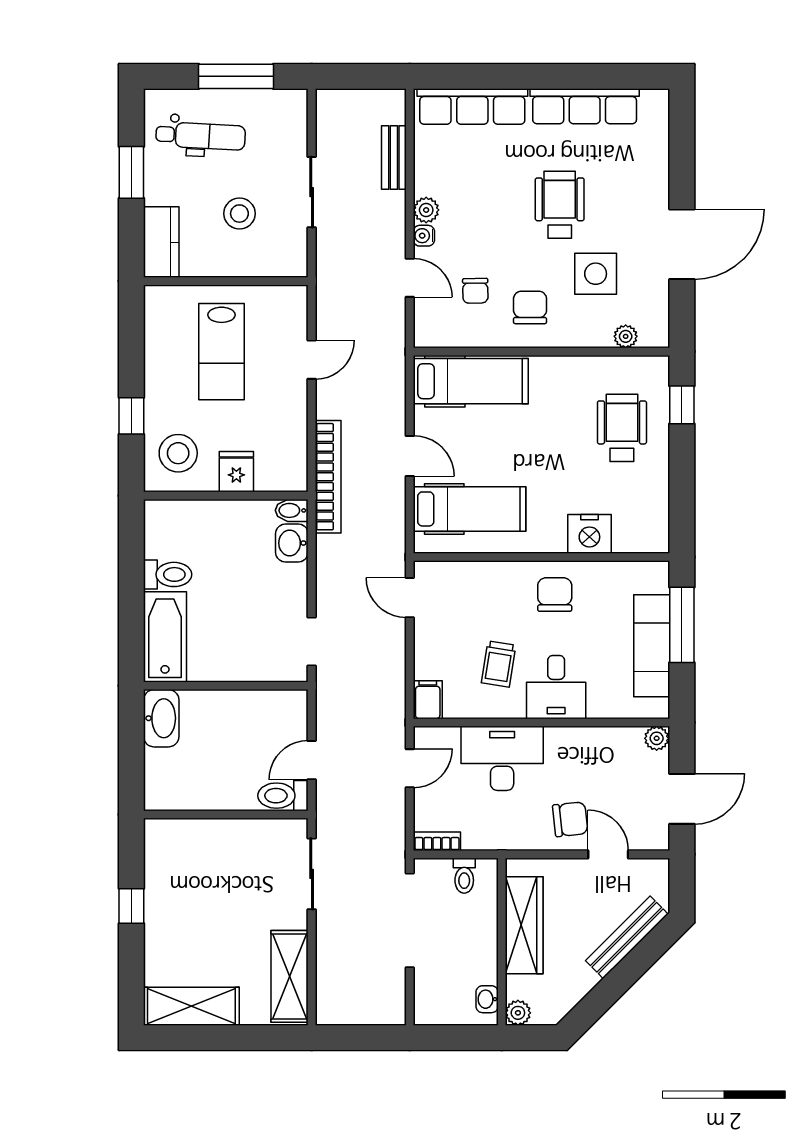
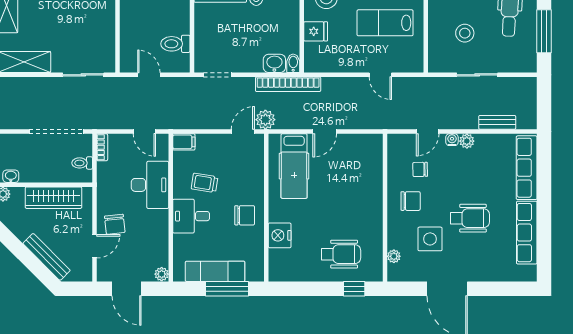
hospital bed: (471, 381) -> (368, 167), removed
bookcase: (328, 477) -> (288, 84), moved
plant: (389, 558) -> (265, 120), added
toilet: (283, 796) -> (175, 44), moved, turned -90

